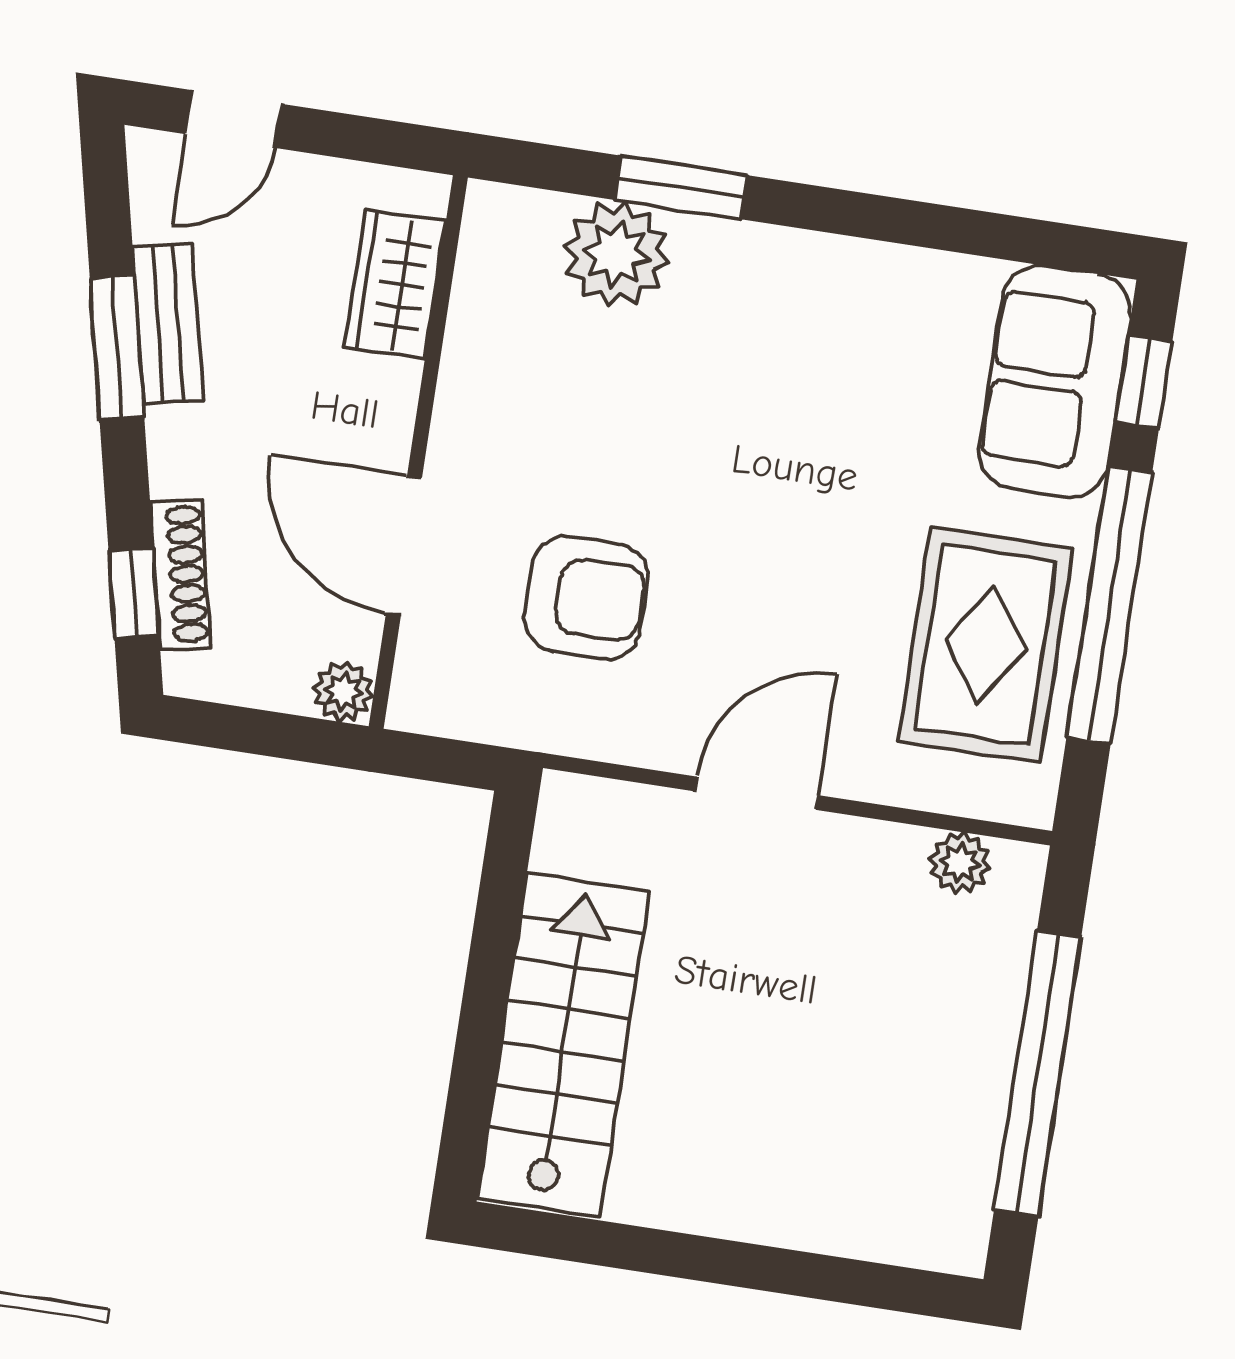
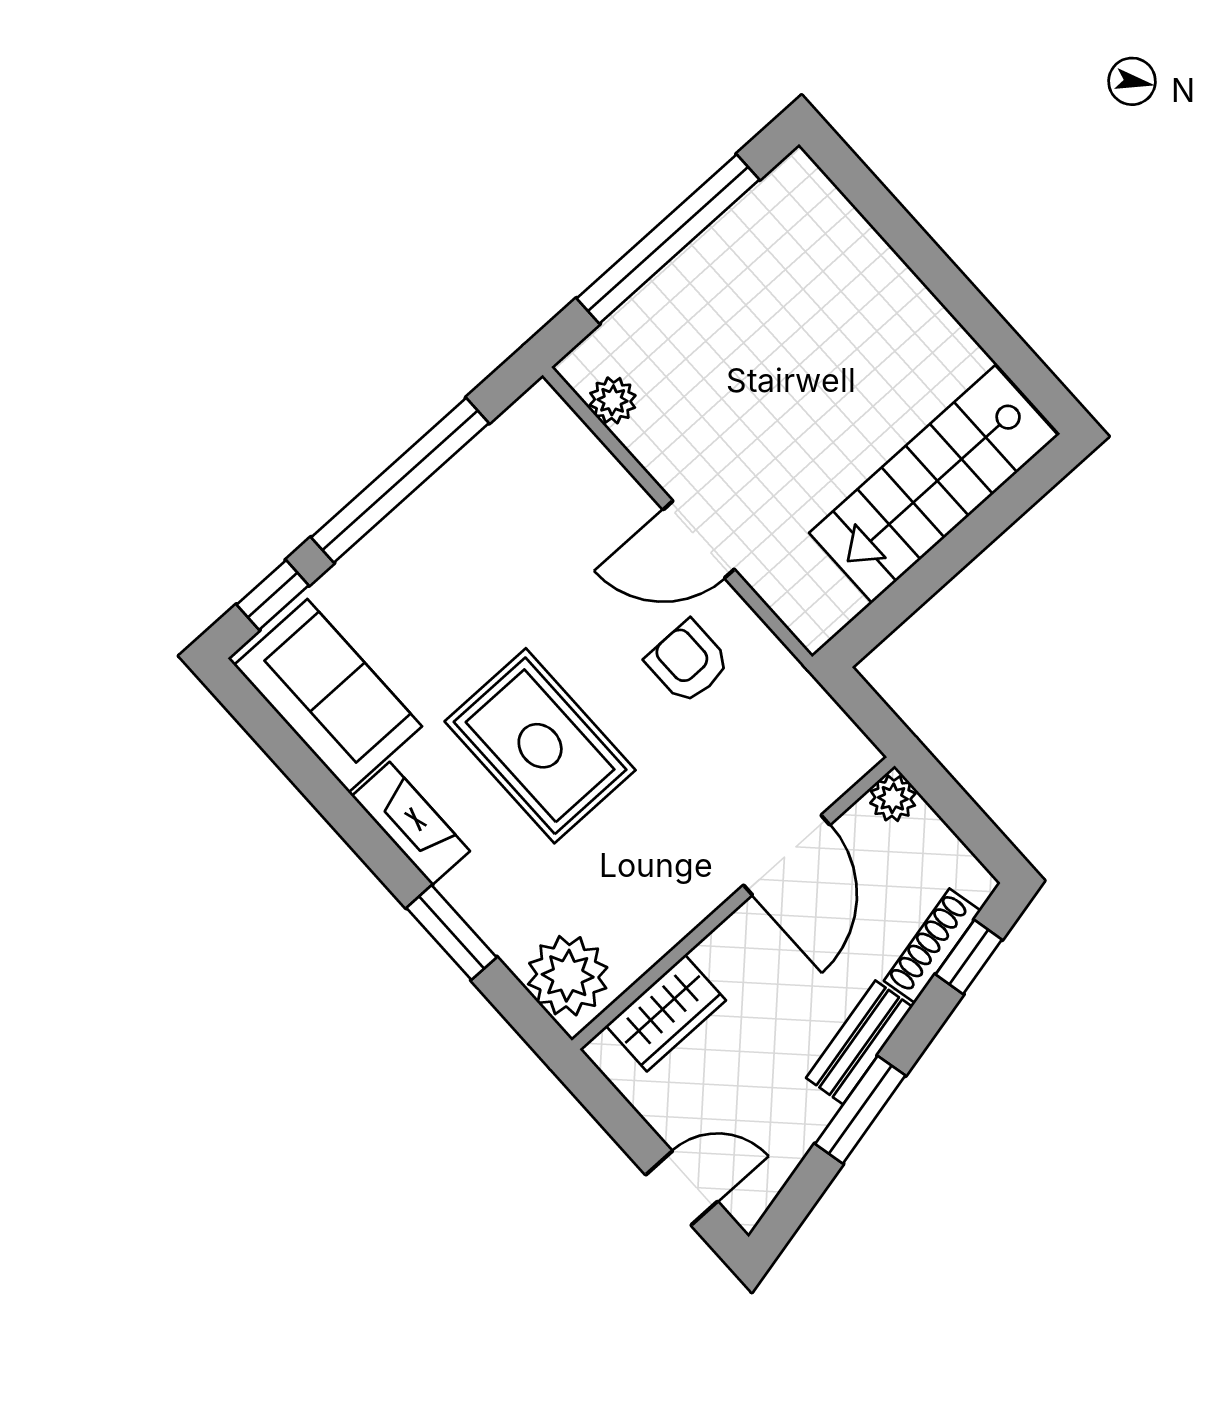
plant: (617, 254) -> (568, 976), moved
fireplace: (813, 264) -> (411, 824), added
bench: (168, 323) -> (859, 1042), moved
sofa: (1055, 381) -> (328, 696), moved, turned -90
armchair: (586, 598) -> (688, 662), moved, width x0.72, depth x0.72
rug: (986, 645) -> (540, 746), moved, turned 90

